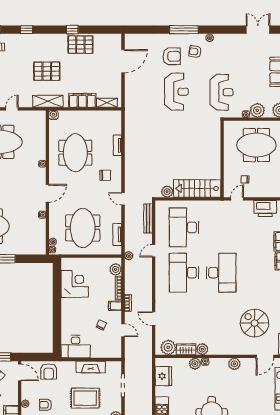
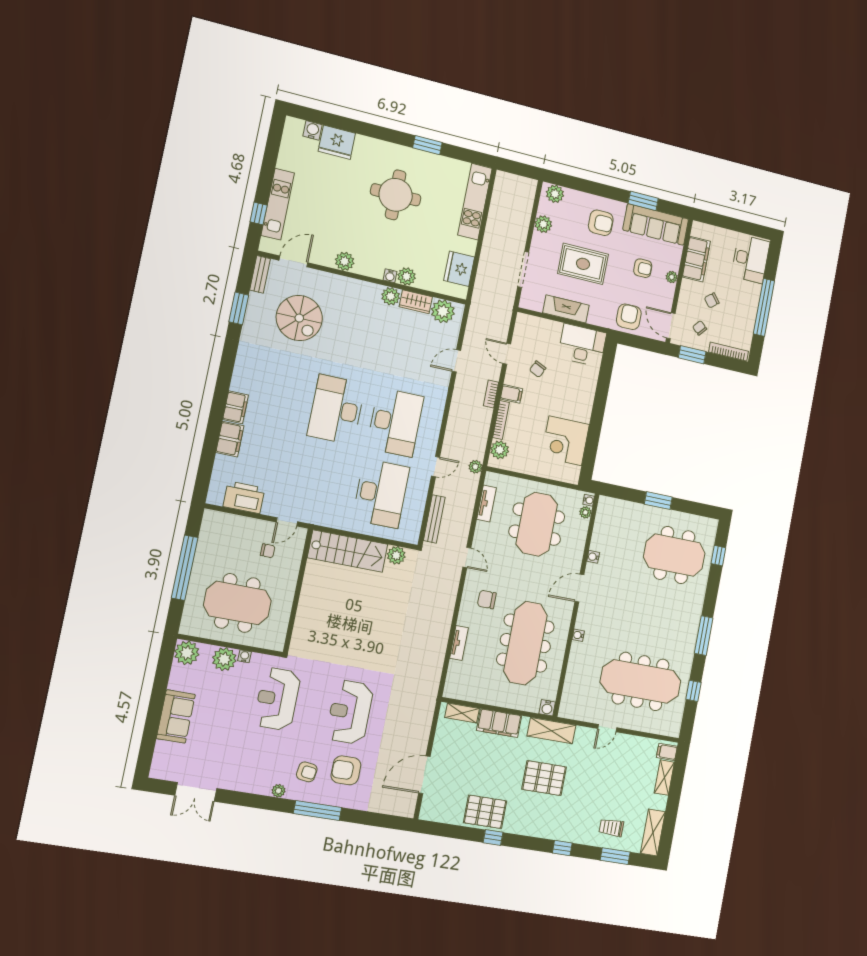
meeting table: (75, 153) -> (525, 643), width x1.36
door: (154, 319) -> (456, 361), swing flipped

